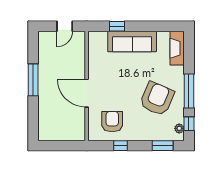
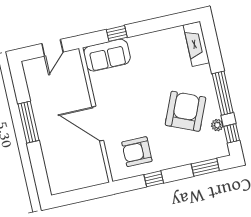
sofa: (132, 41) -> (107, 55), moved, width x0.73
armchair: (112, 122) -> (137, 152), turned -90
plant: (179, 128) -> (217, 125), moved

